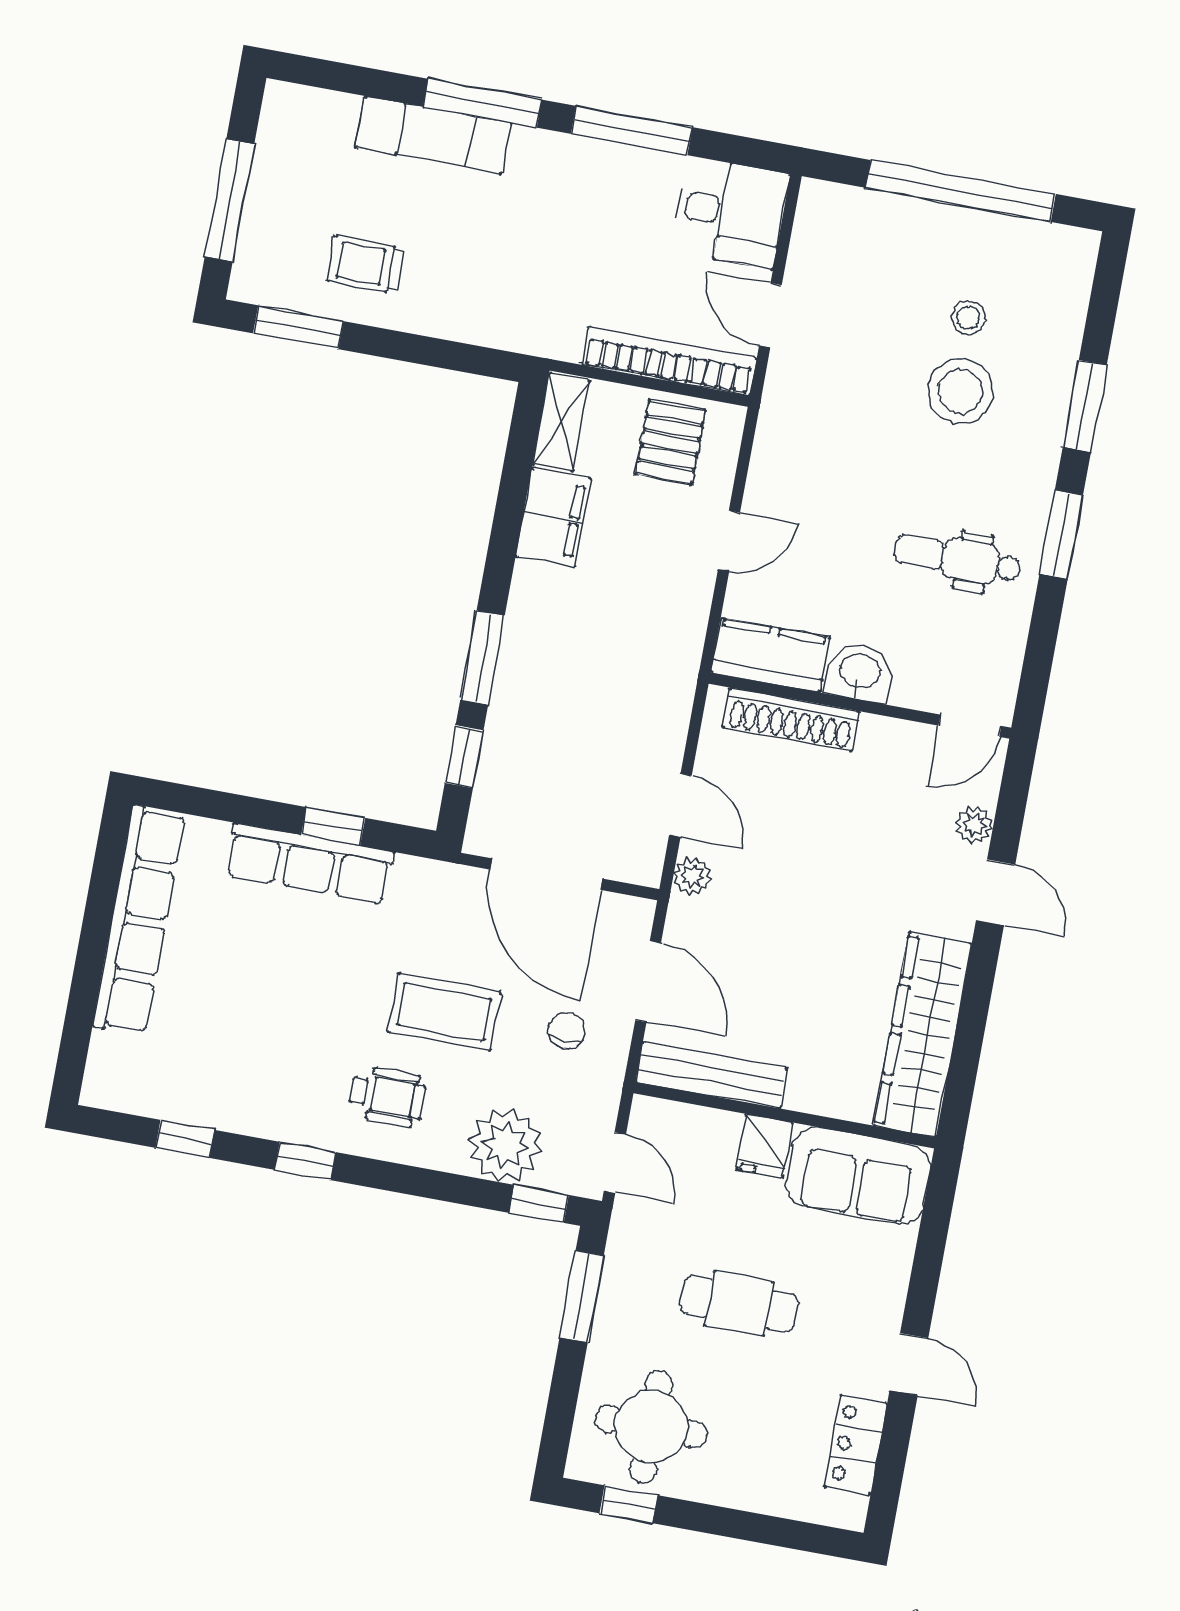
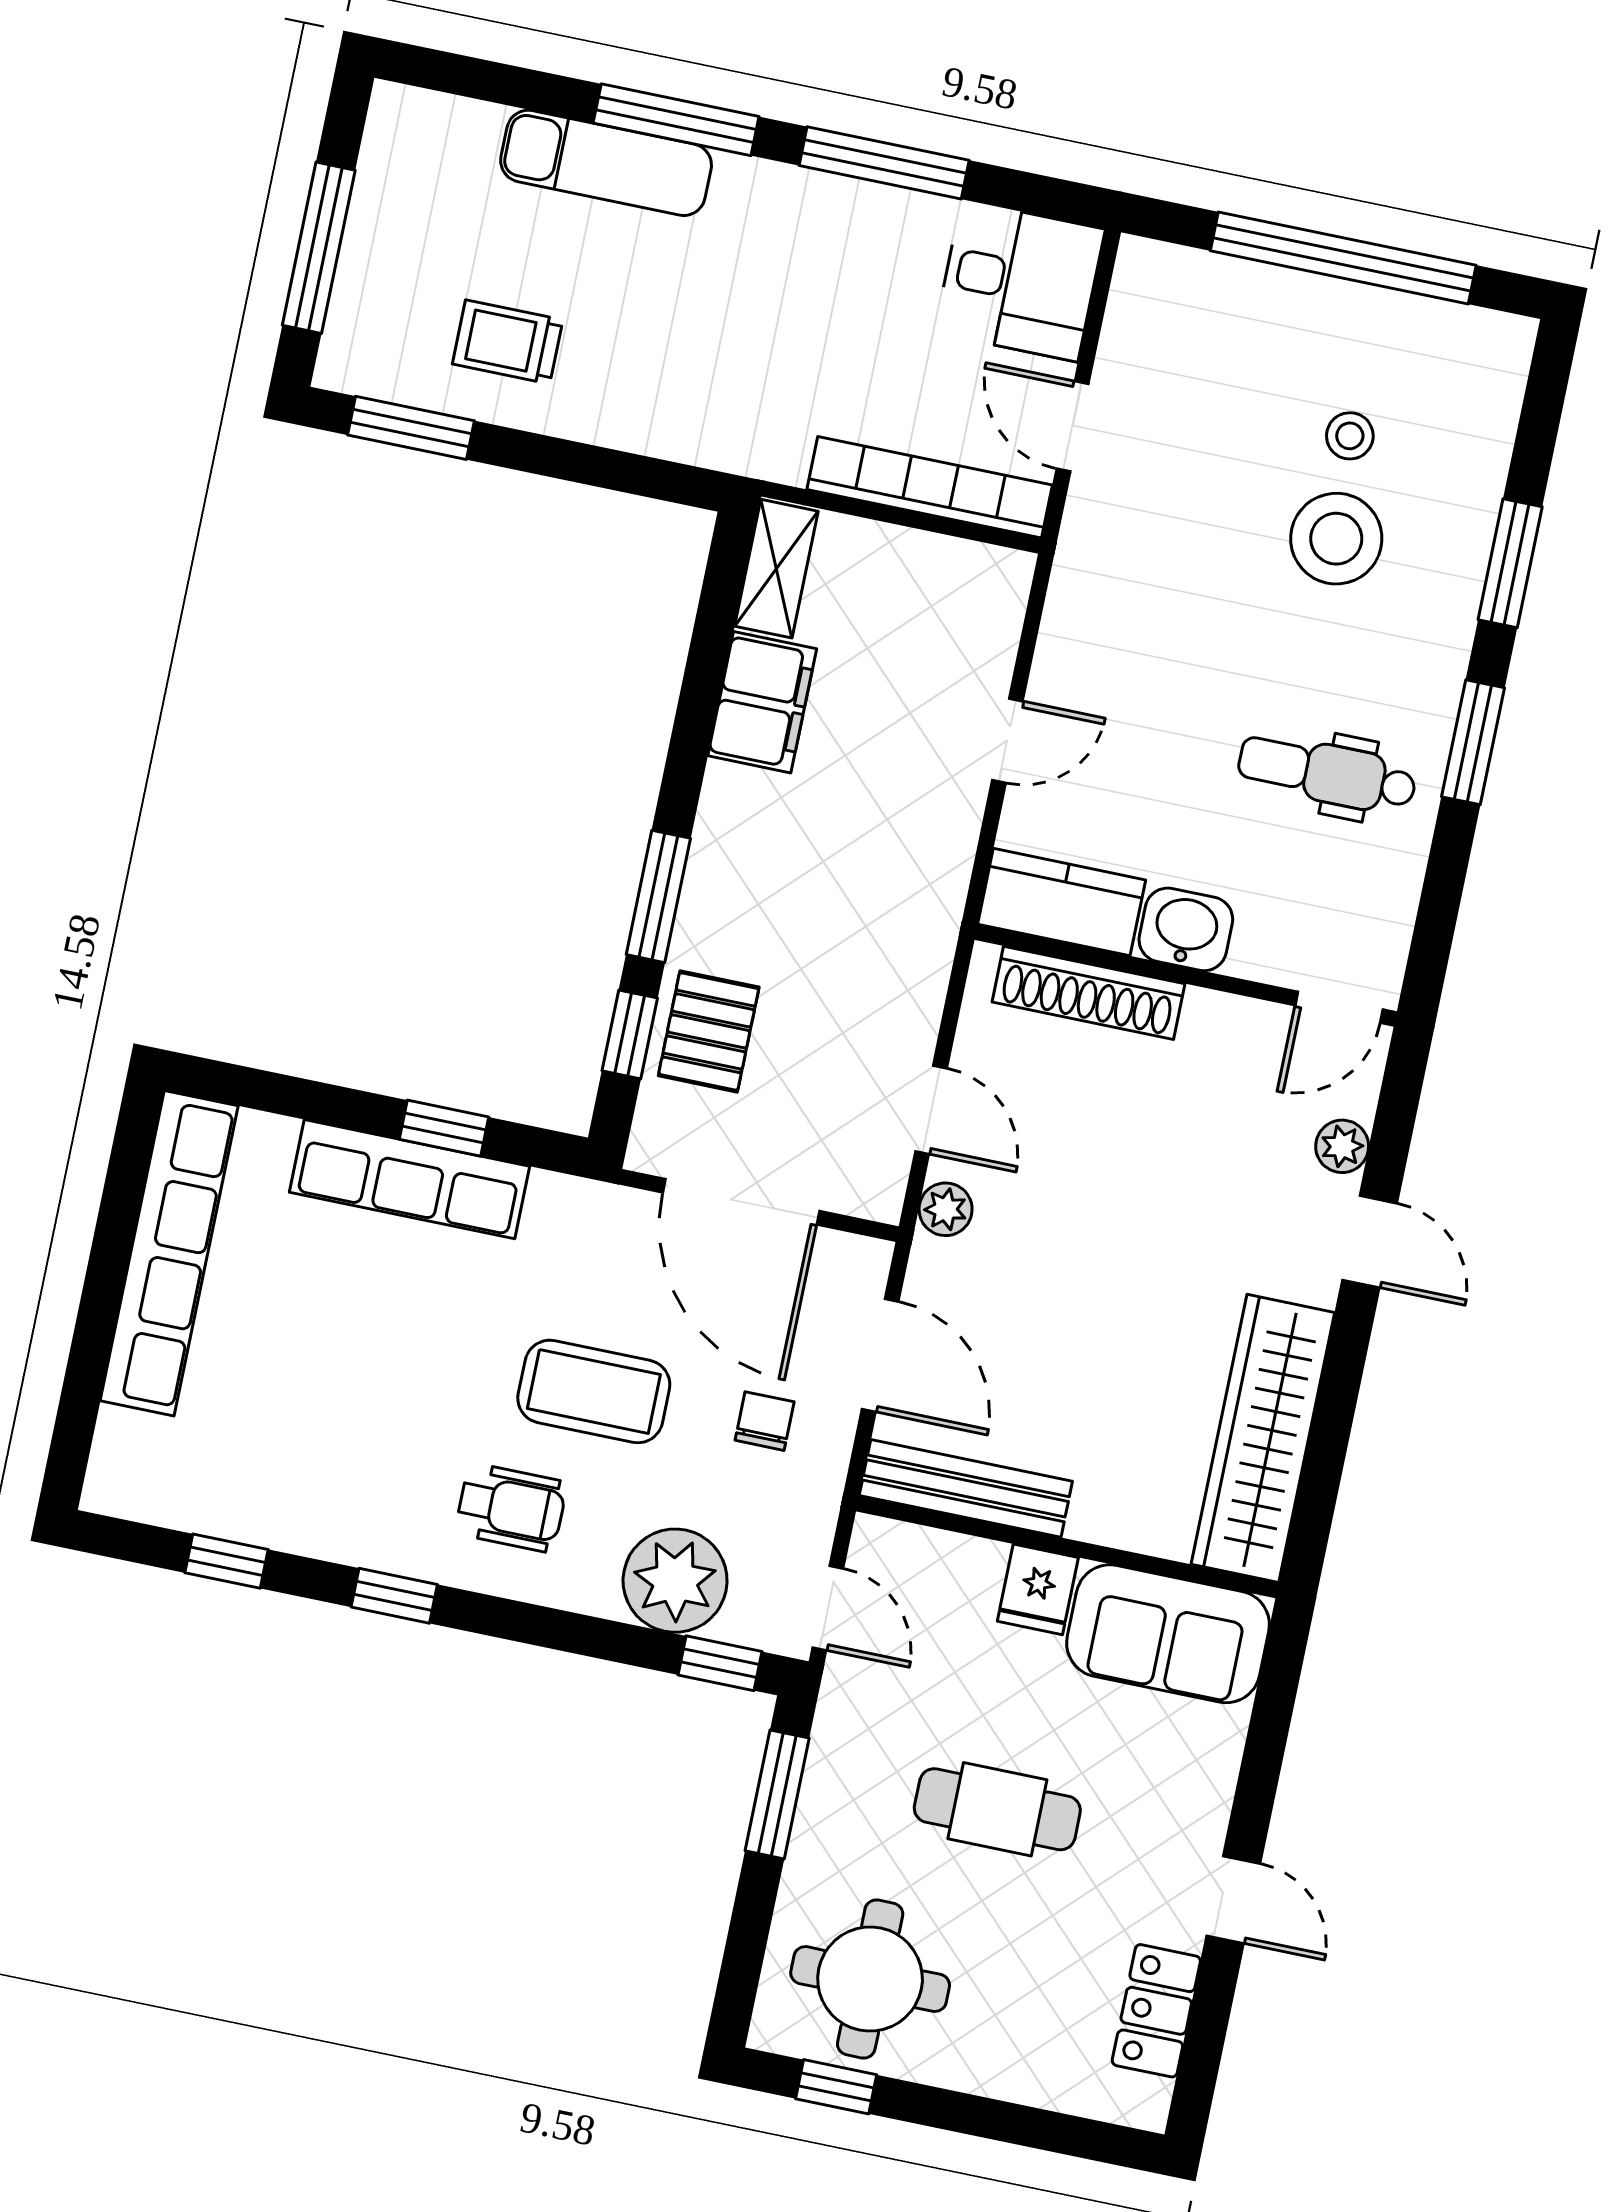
pallet: (670, 442) -> (709, 1031), moved

